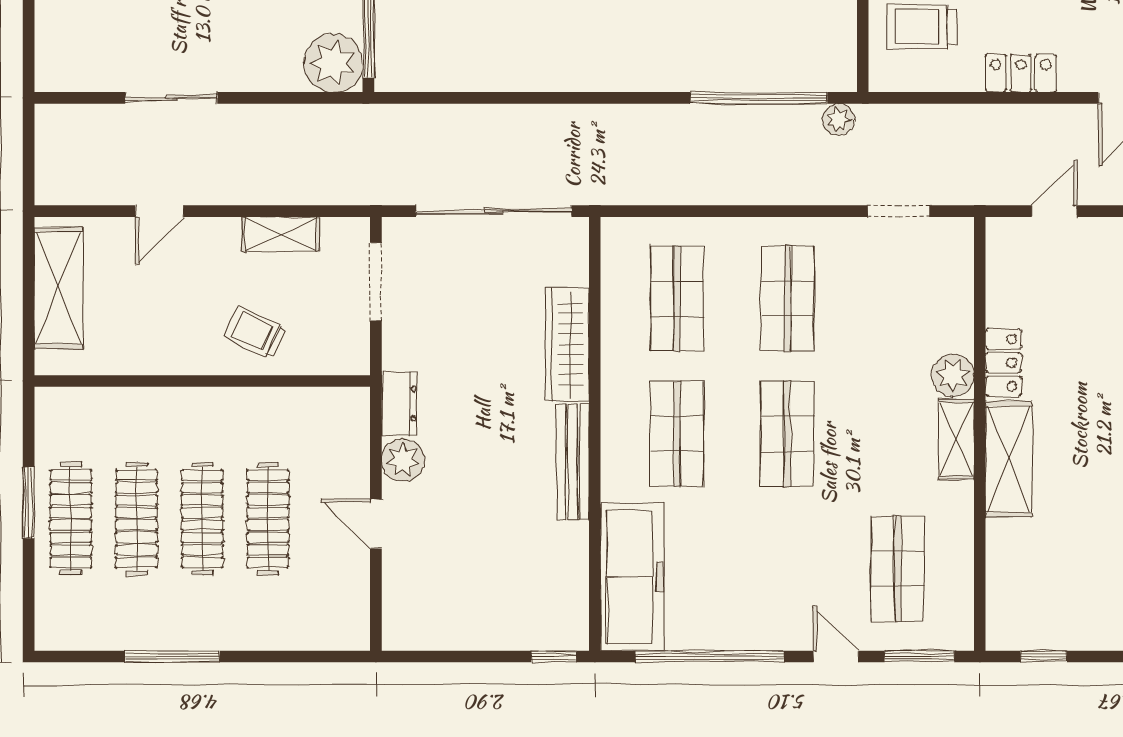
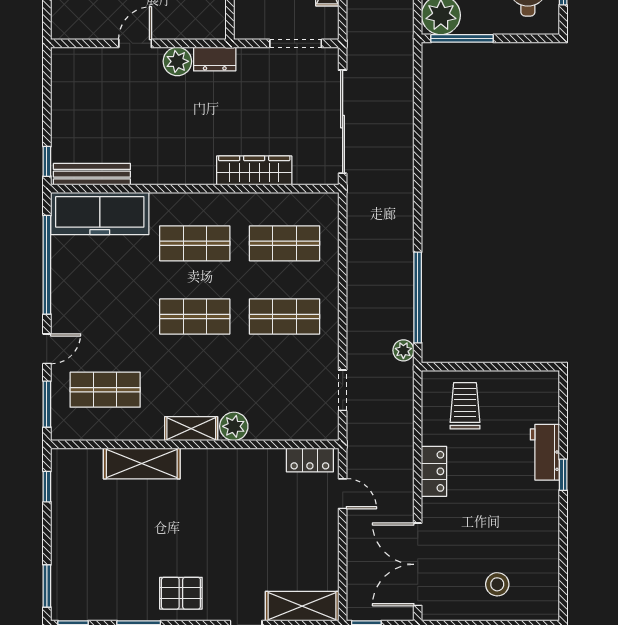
locker: (1003, 363) -> (310, 460), moved
shelving: (1009, 459) -> (142, 463), moved
bench: (573, 462) -> (92, 174), moved

